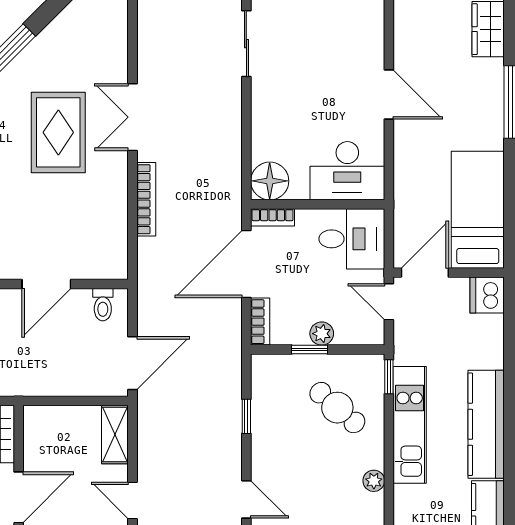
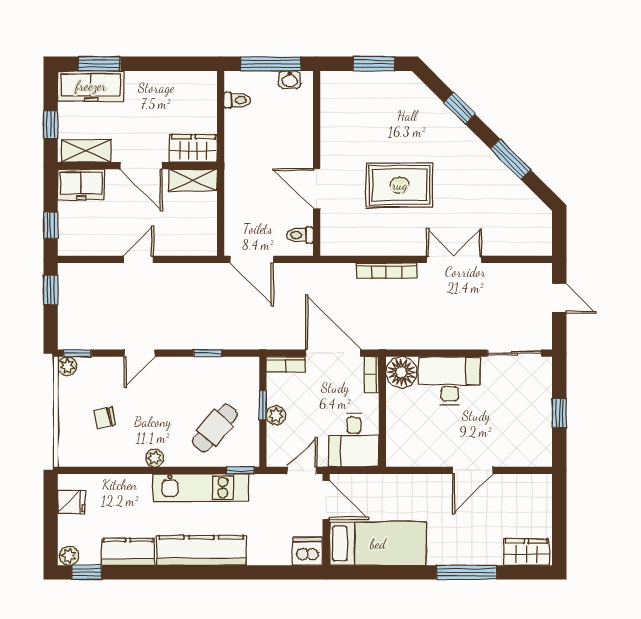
rug: (58, 132) -> (400, 185), moved
desk: (347, 171) -> (450, 381), moved, turned 90
shelving: (115, 434) -> (193, 180), moved

